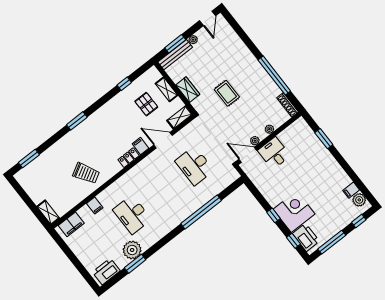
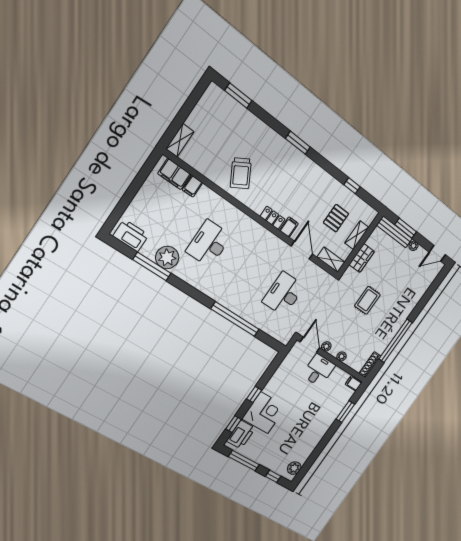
filing cabinet: (351, 190) -> (354, 383), moved
filing cabinet: (95, 206) -> (192, 186), moved
window: (135, 264) -> (152, 266), width x1.44

